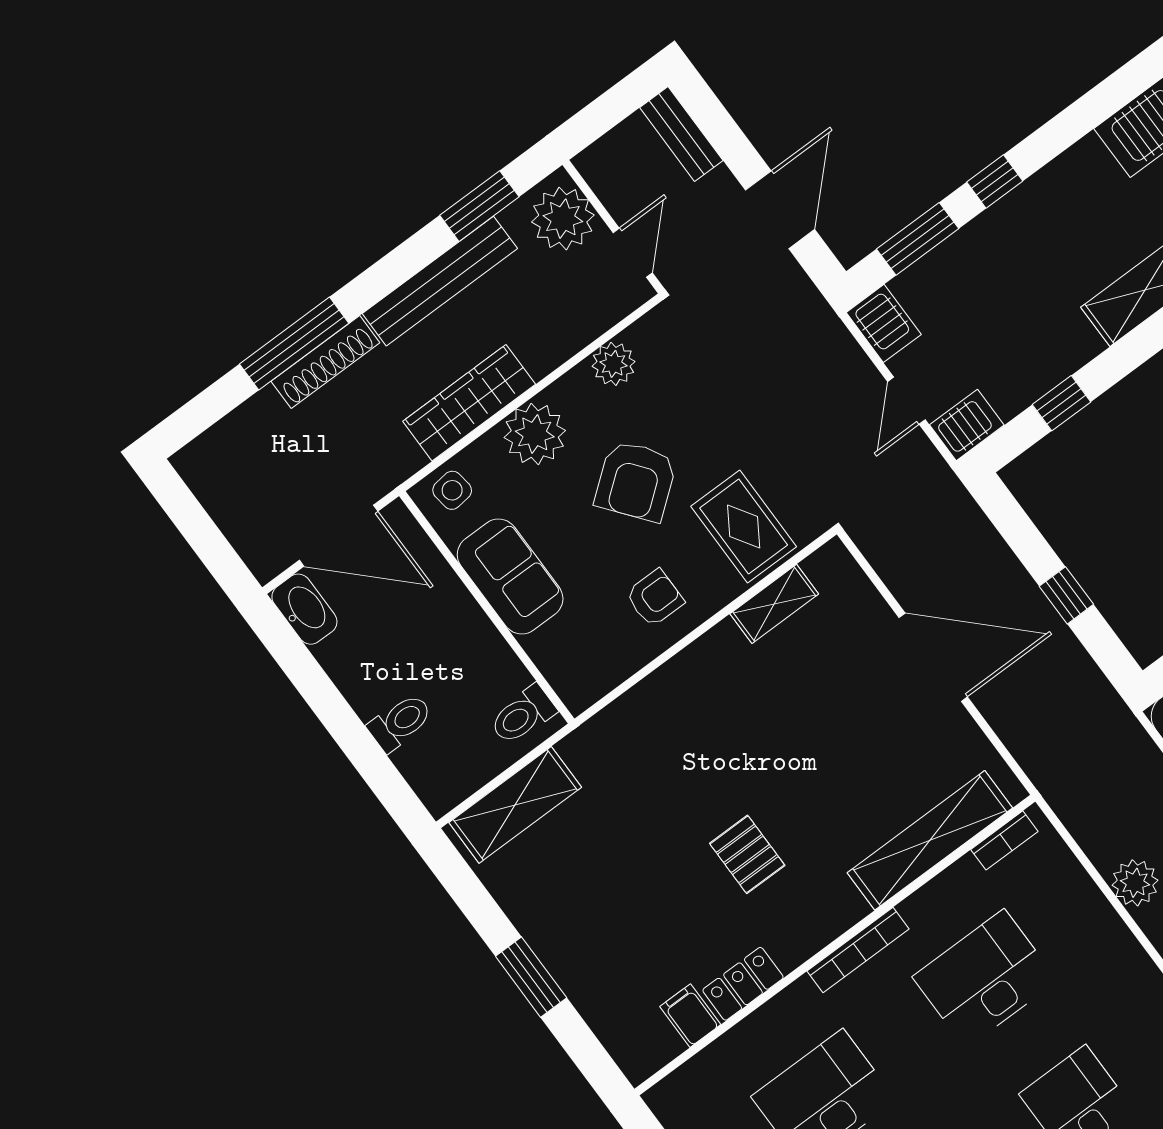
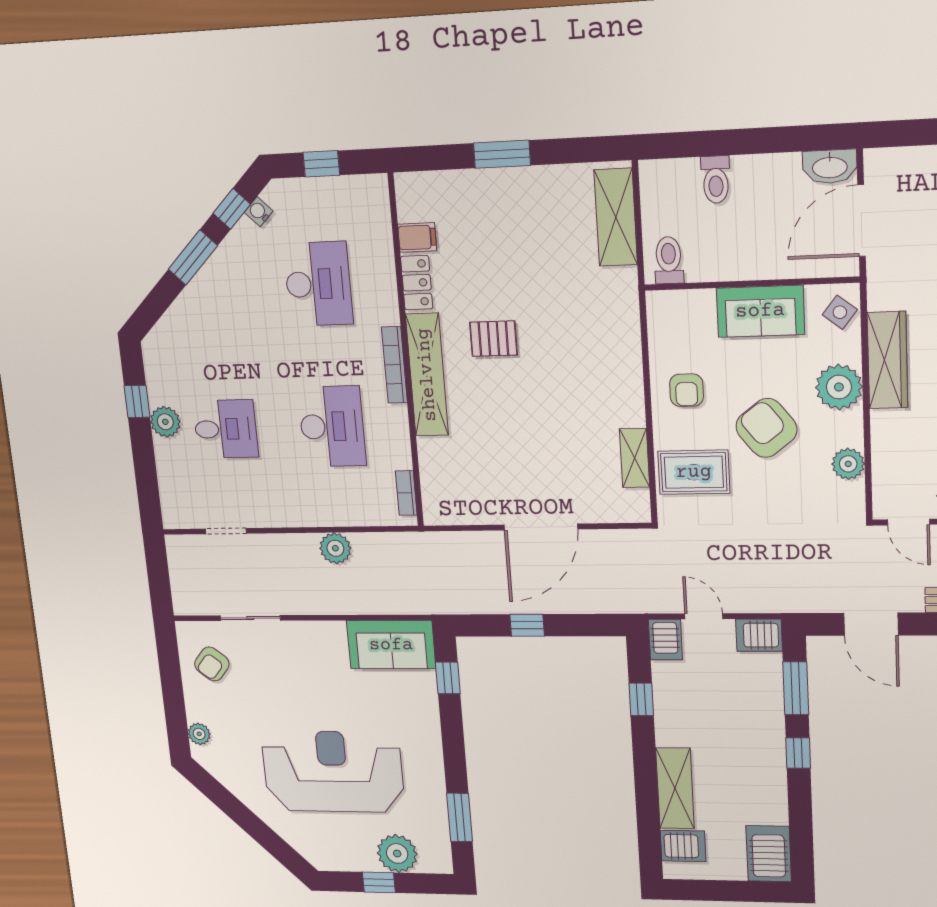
side table: (452, 490) -> (840, 312), turned 45
shelving: (930, 840) -> (427, 375), moved

